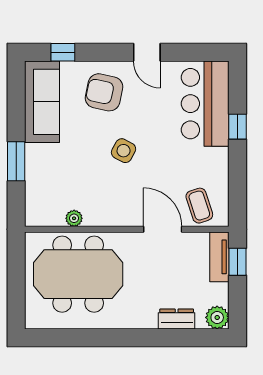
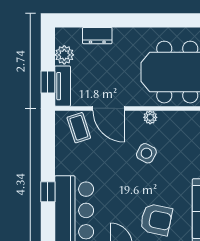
side table: (124, 151) -> (146, 153), moved
plant: (74, 218) -> (150, 117), moved
plant: (217, 317) -> (64, 55), moved

